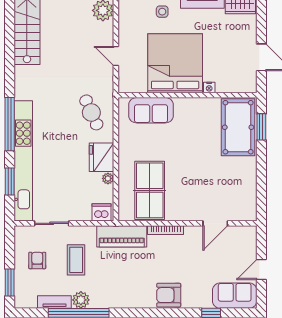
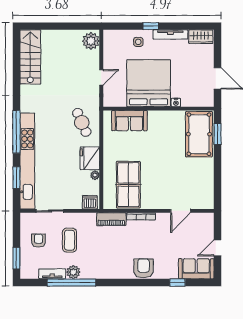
door: (116, 56) -> (101, 77), swing flipped
piano: (122, 236) -> (111, 219), width x0.73, depth x0.75
armchair: (169, 295) -> (144, 268), turned 90

